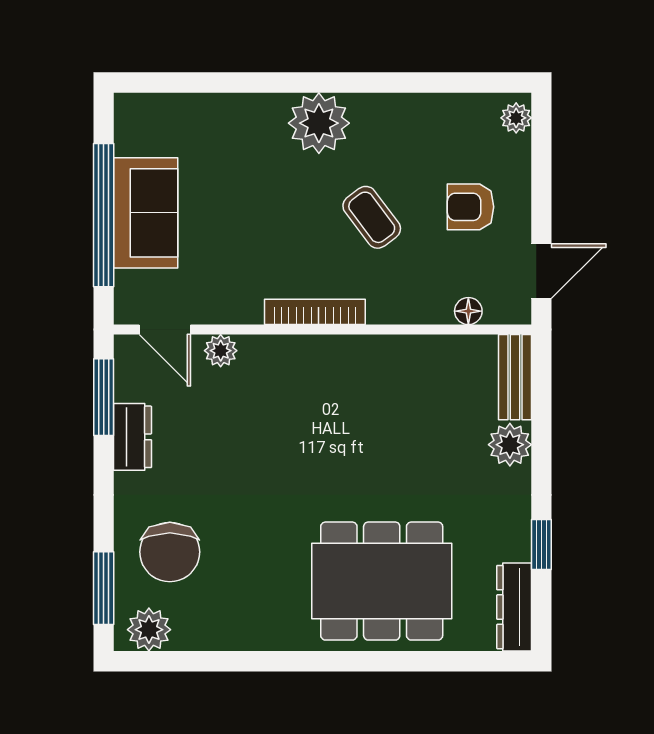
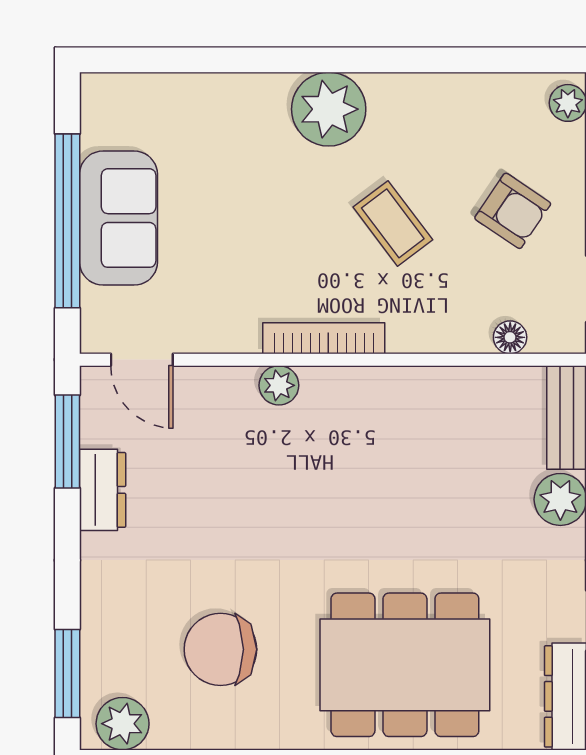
armchair: (471, 207) -> (513, 211), turned -146
plant: (221, 351) -> (279, 385), moved
chair: (170, 552) -> (220, 649), moved, turned 90

